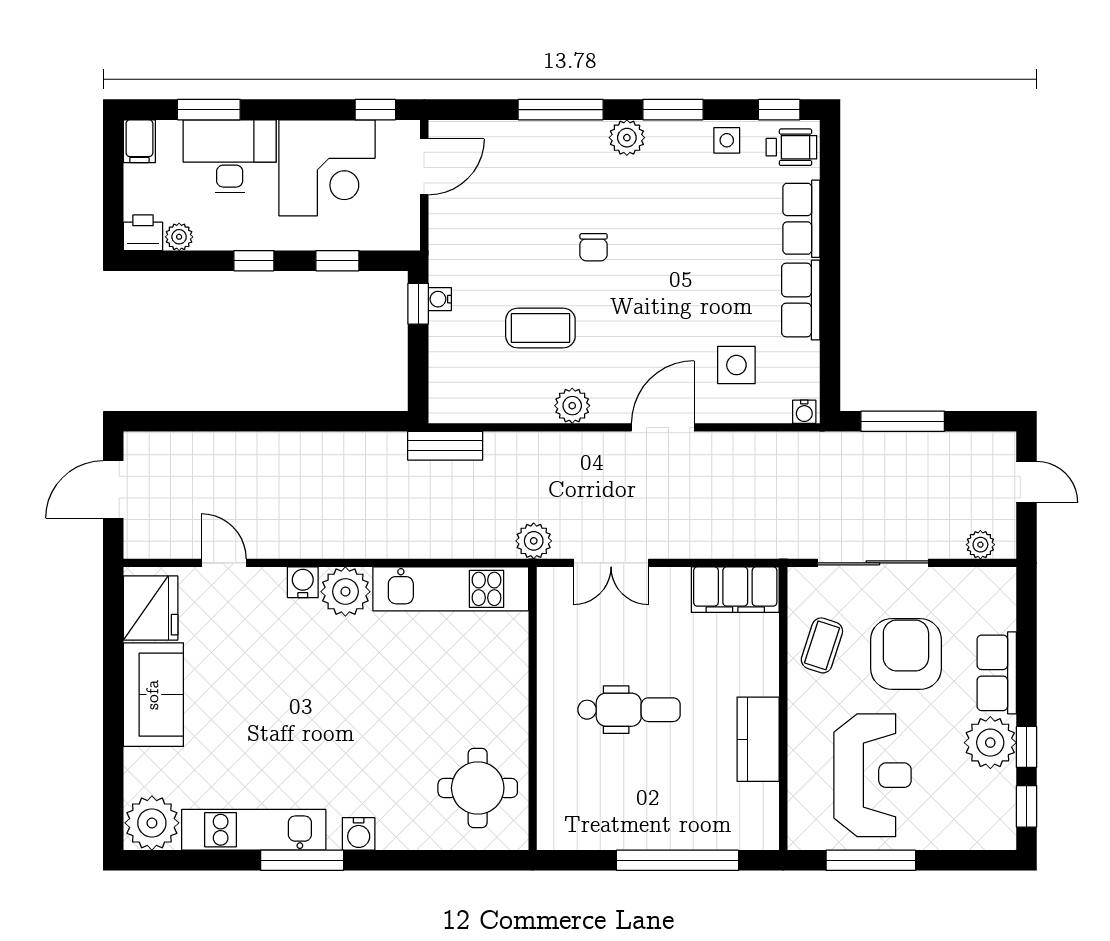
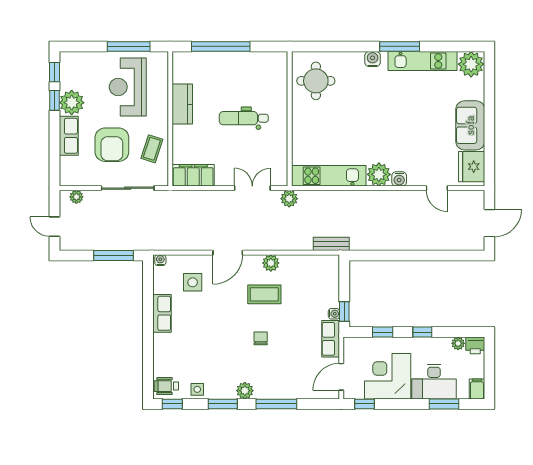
row of seats: (801, 219) -> (331, 339), moved, turned 180
coffee table: (540, 328) -> (264, 294), moved

